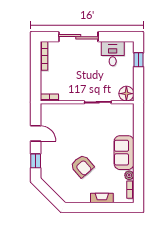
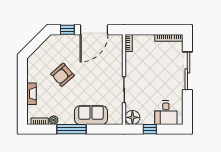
desk: (113, 54) -> (166, 113), moved, turned 90
window: (139, 60) -> (150, 129), moved
door: (36, 133) -> (94, 30), width x1.87
sofa: (124, 153) -> (91, 115), moved
window: (139, 157) -> (72, 129), added

